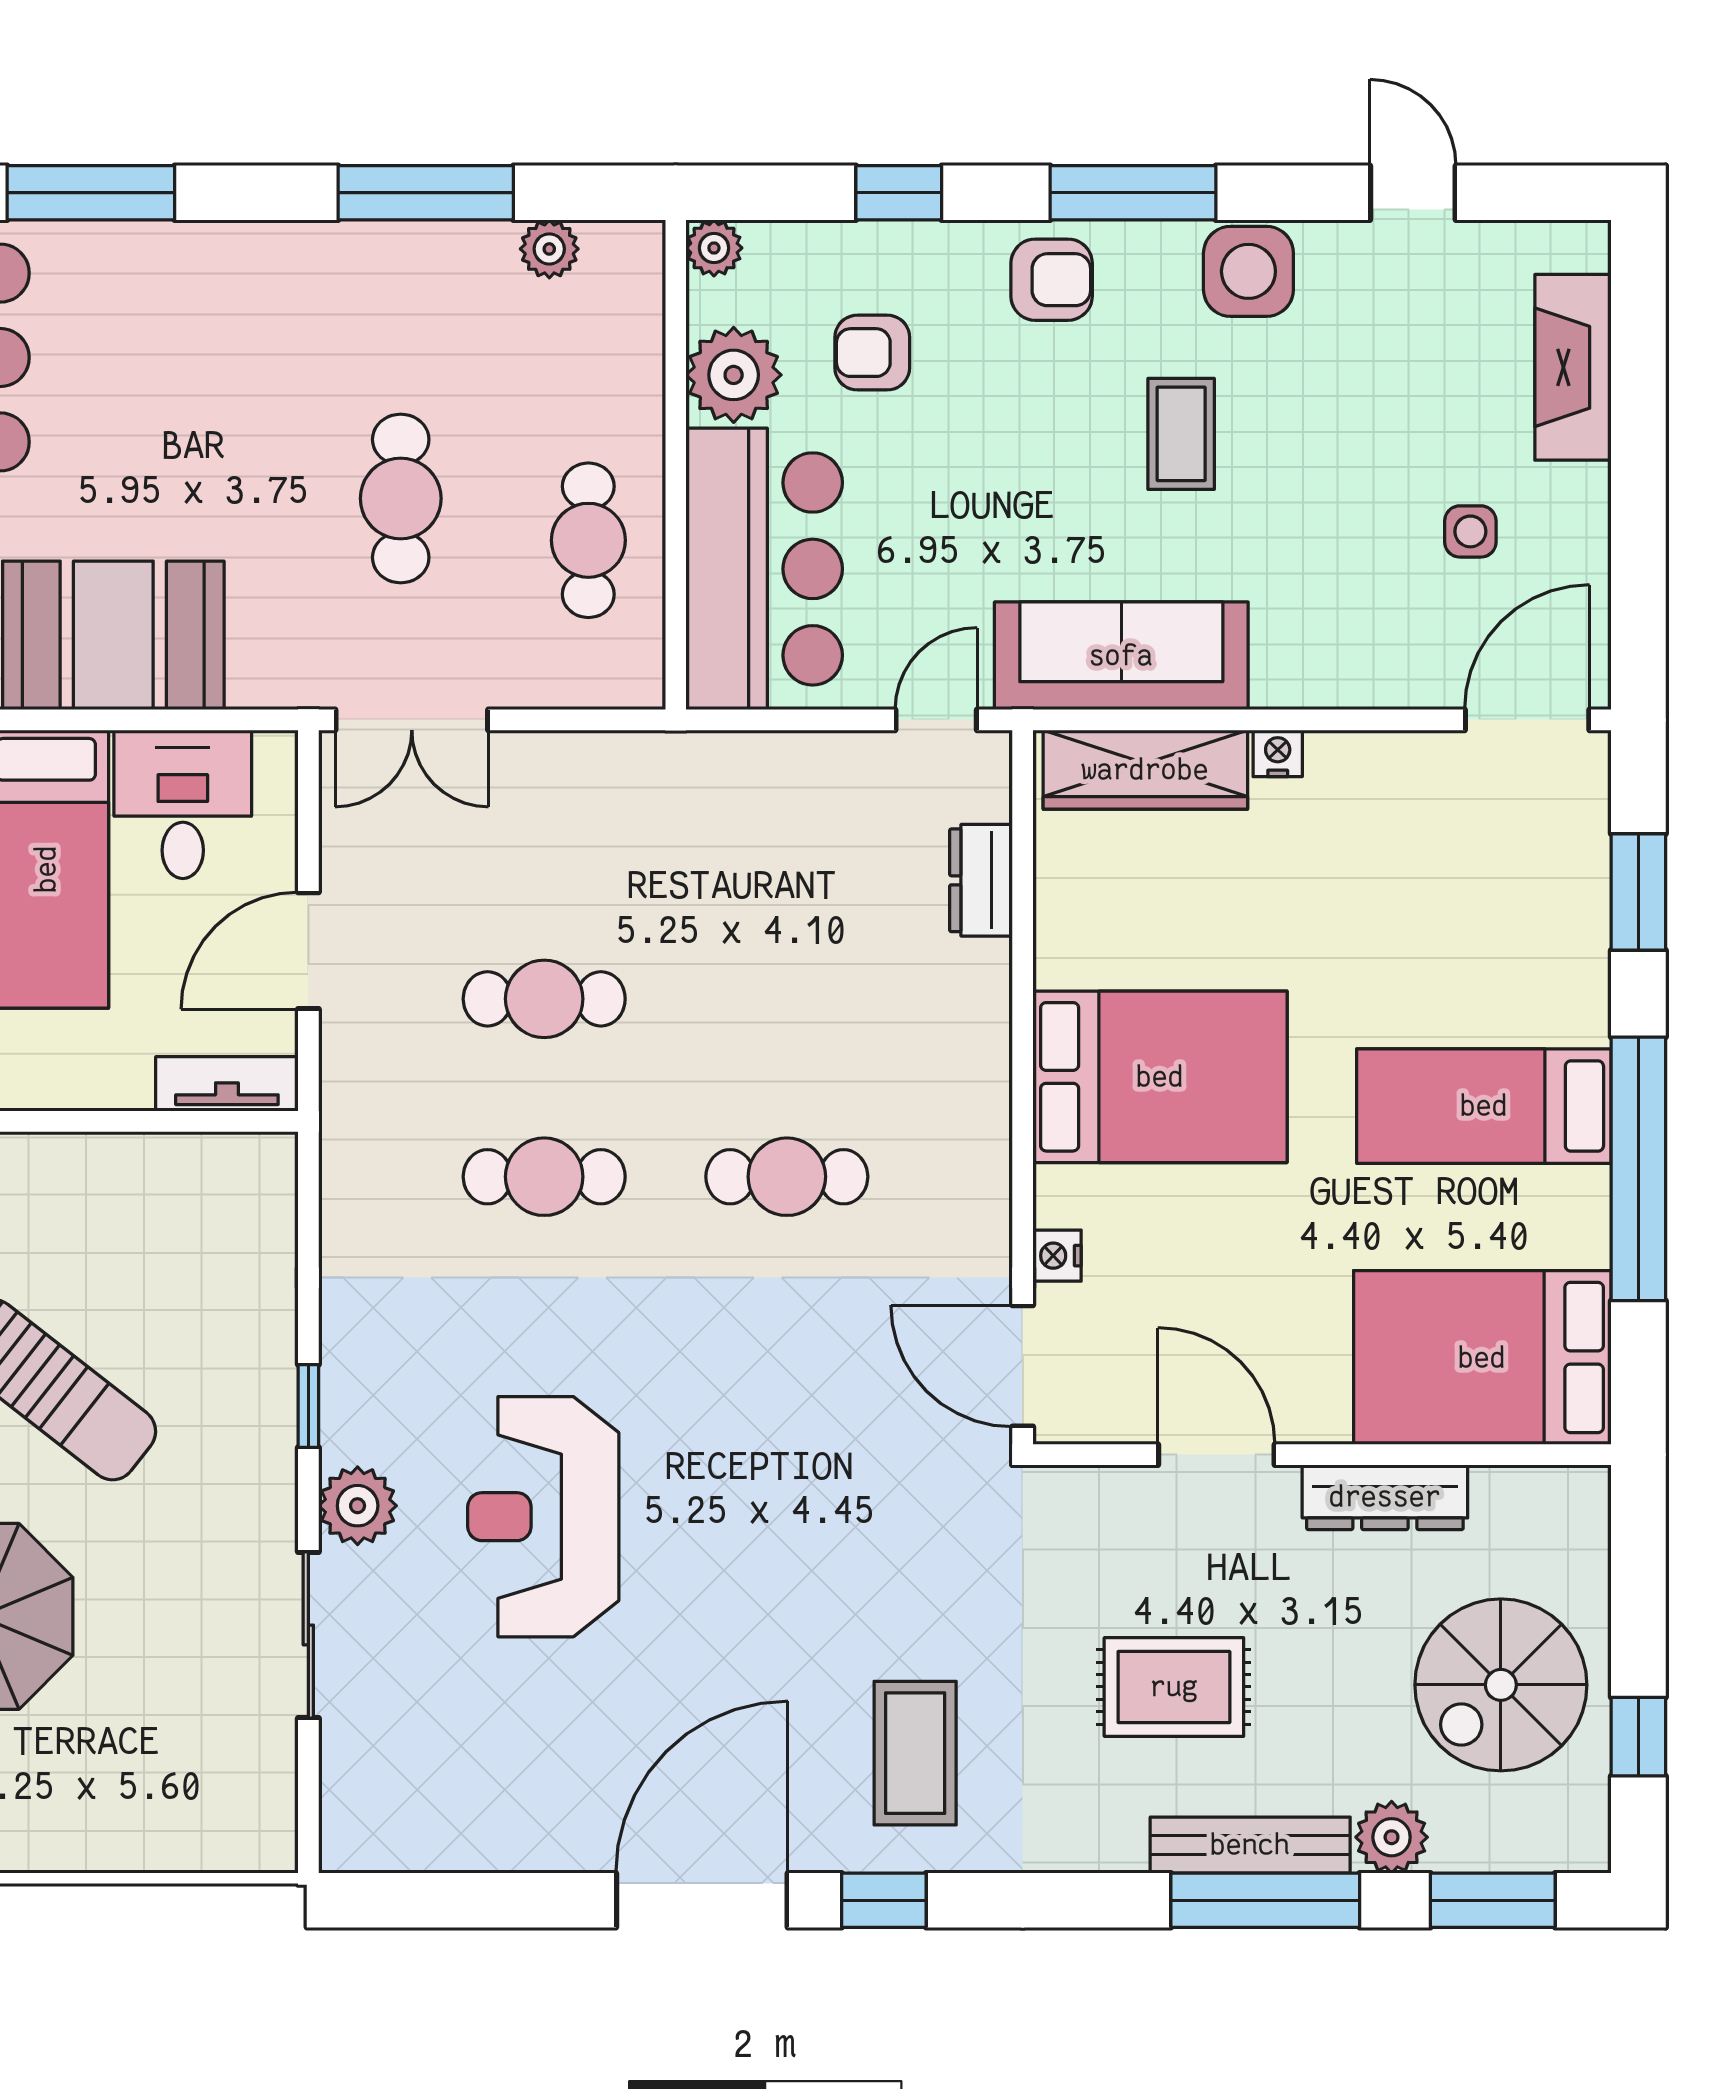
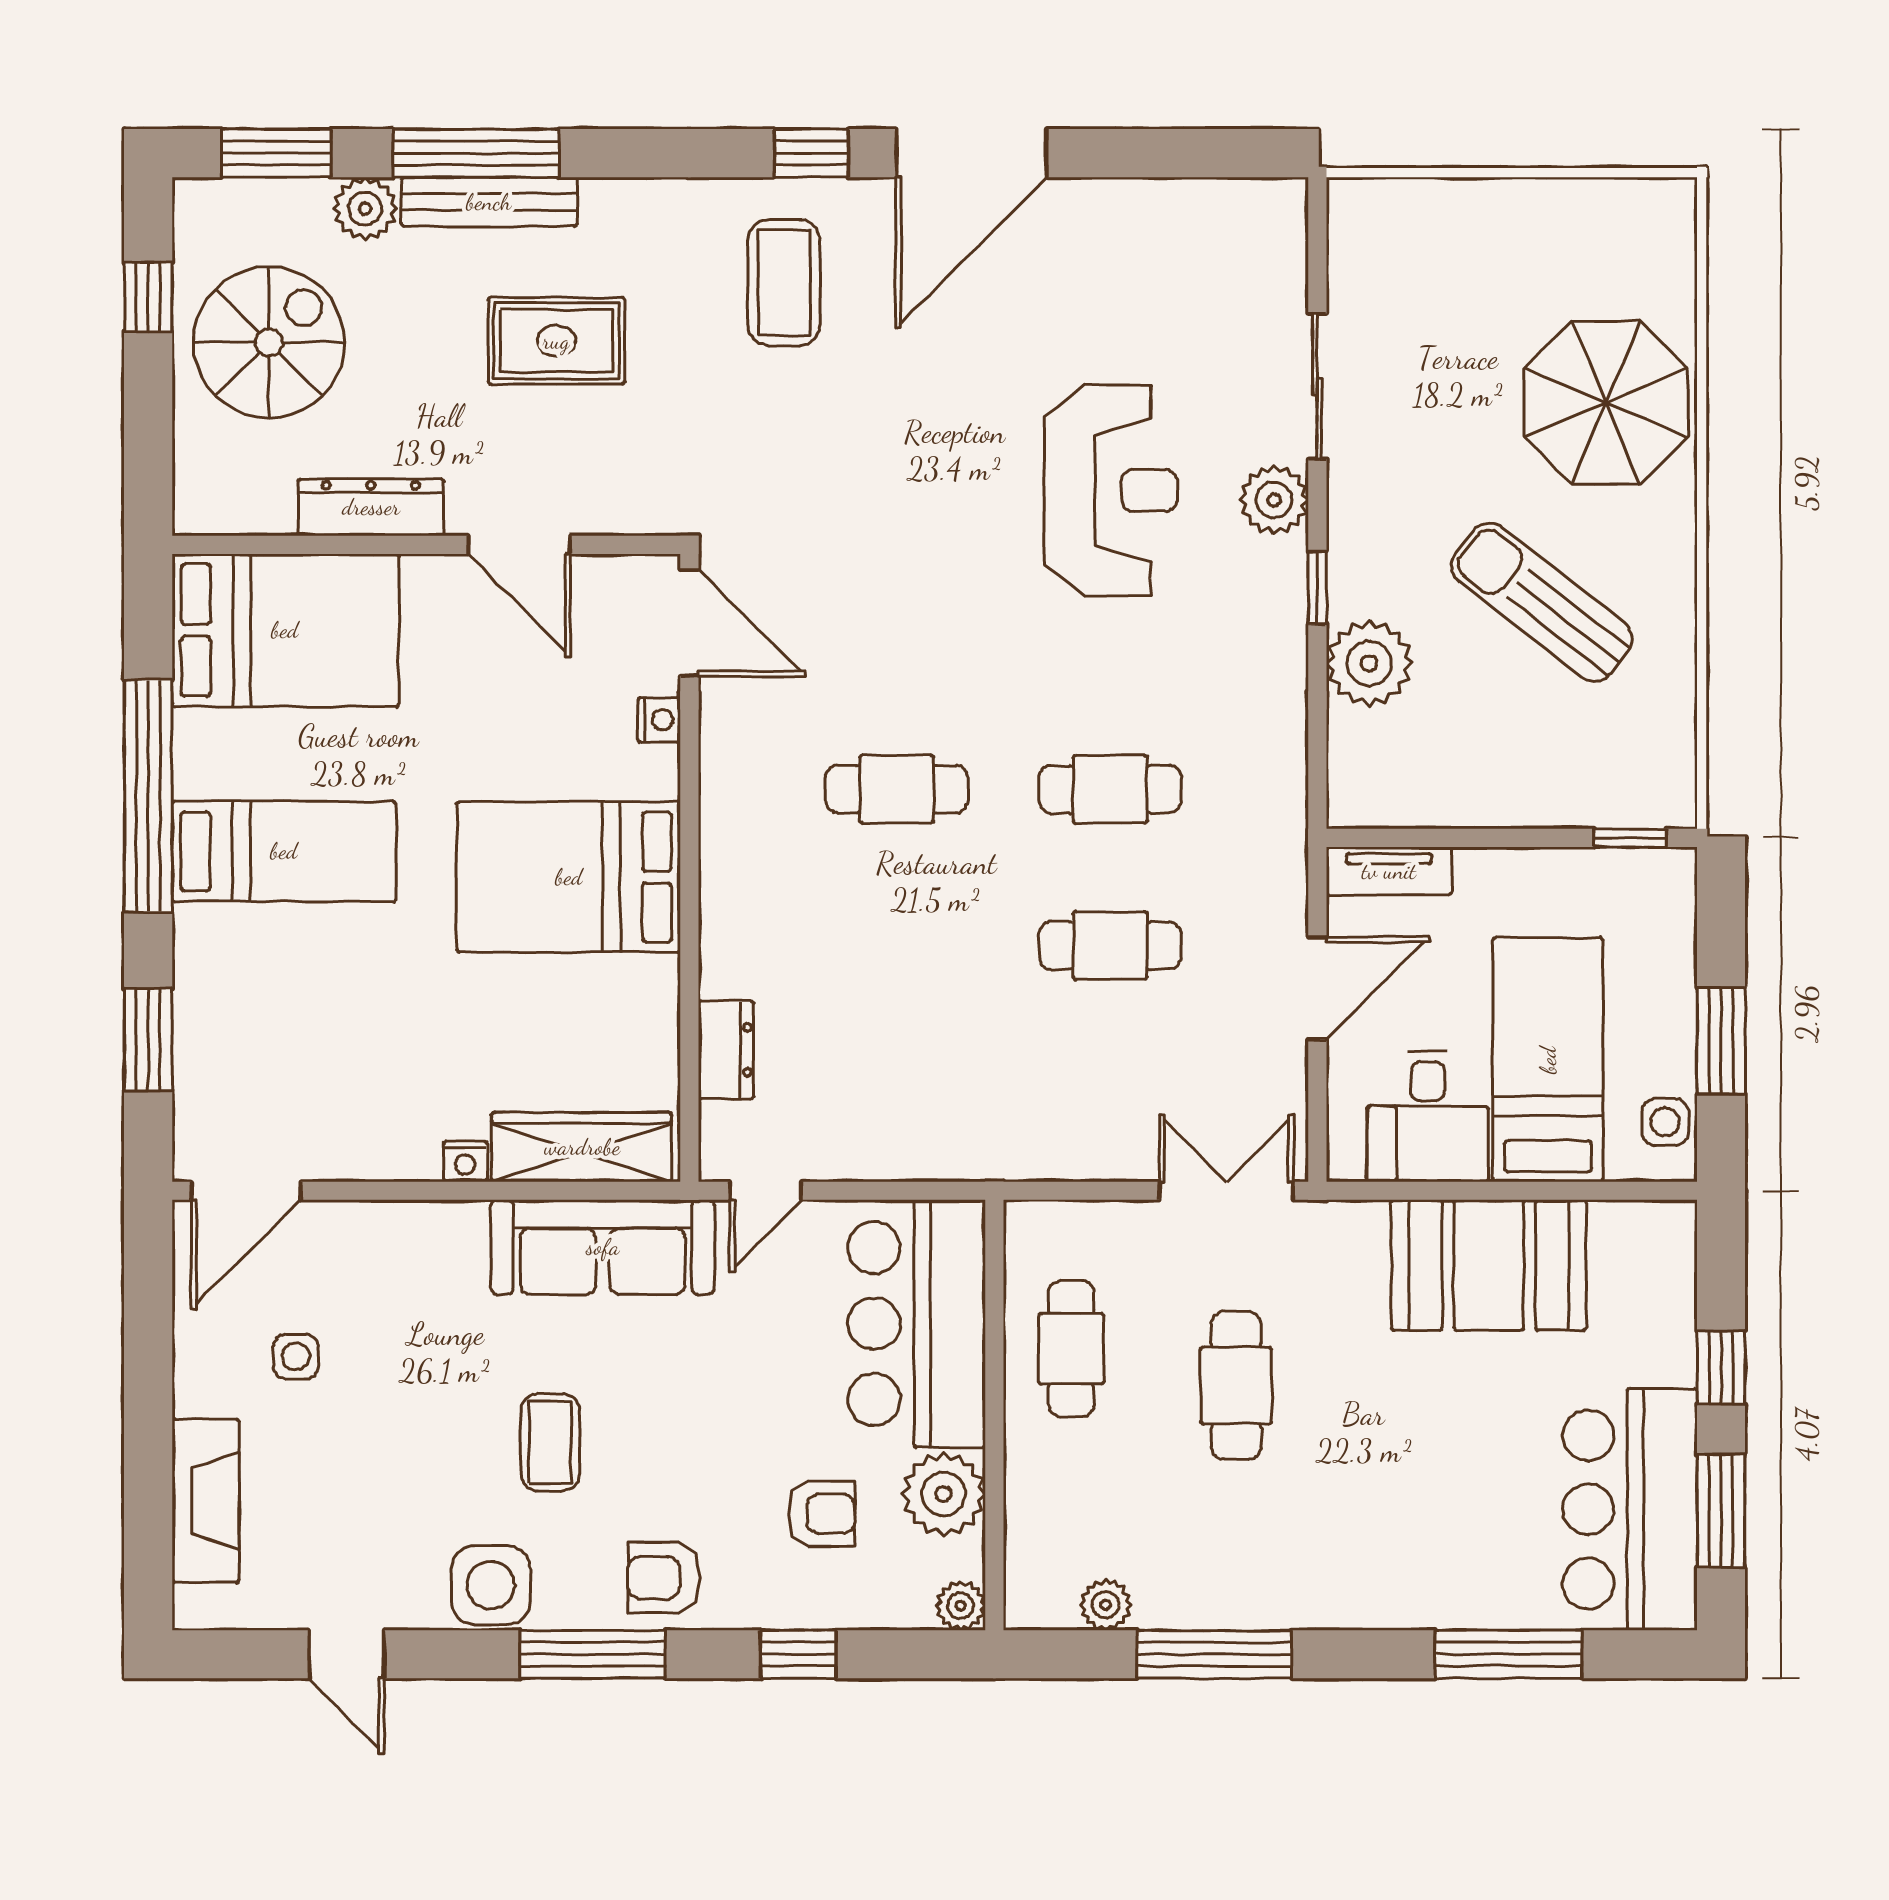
plant: (249, 1320) -> (1369, 663), added

